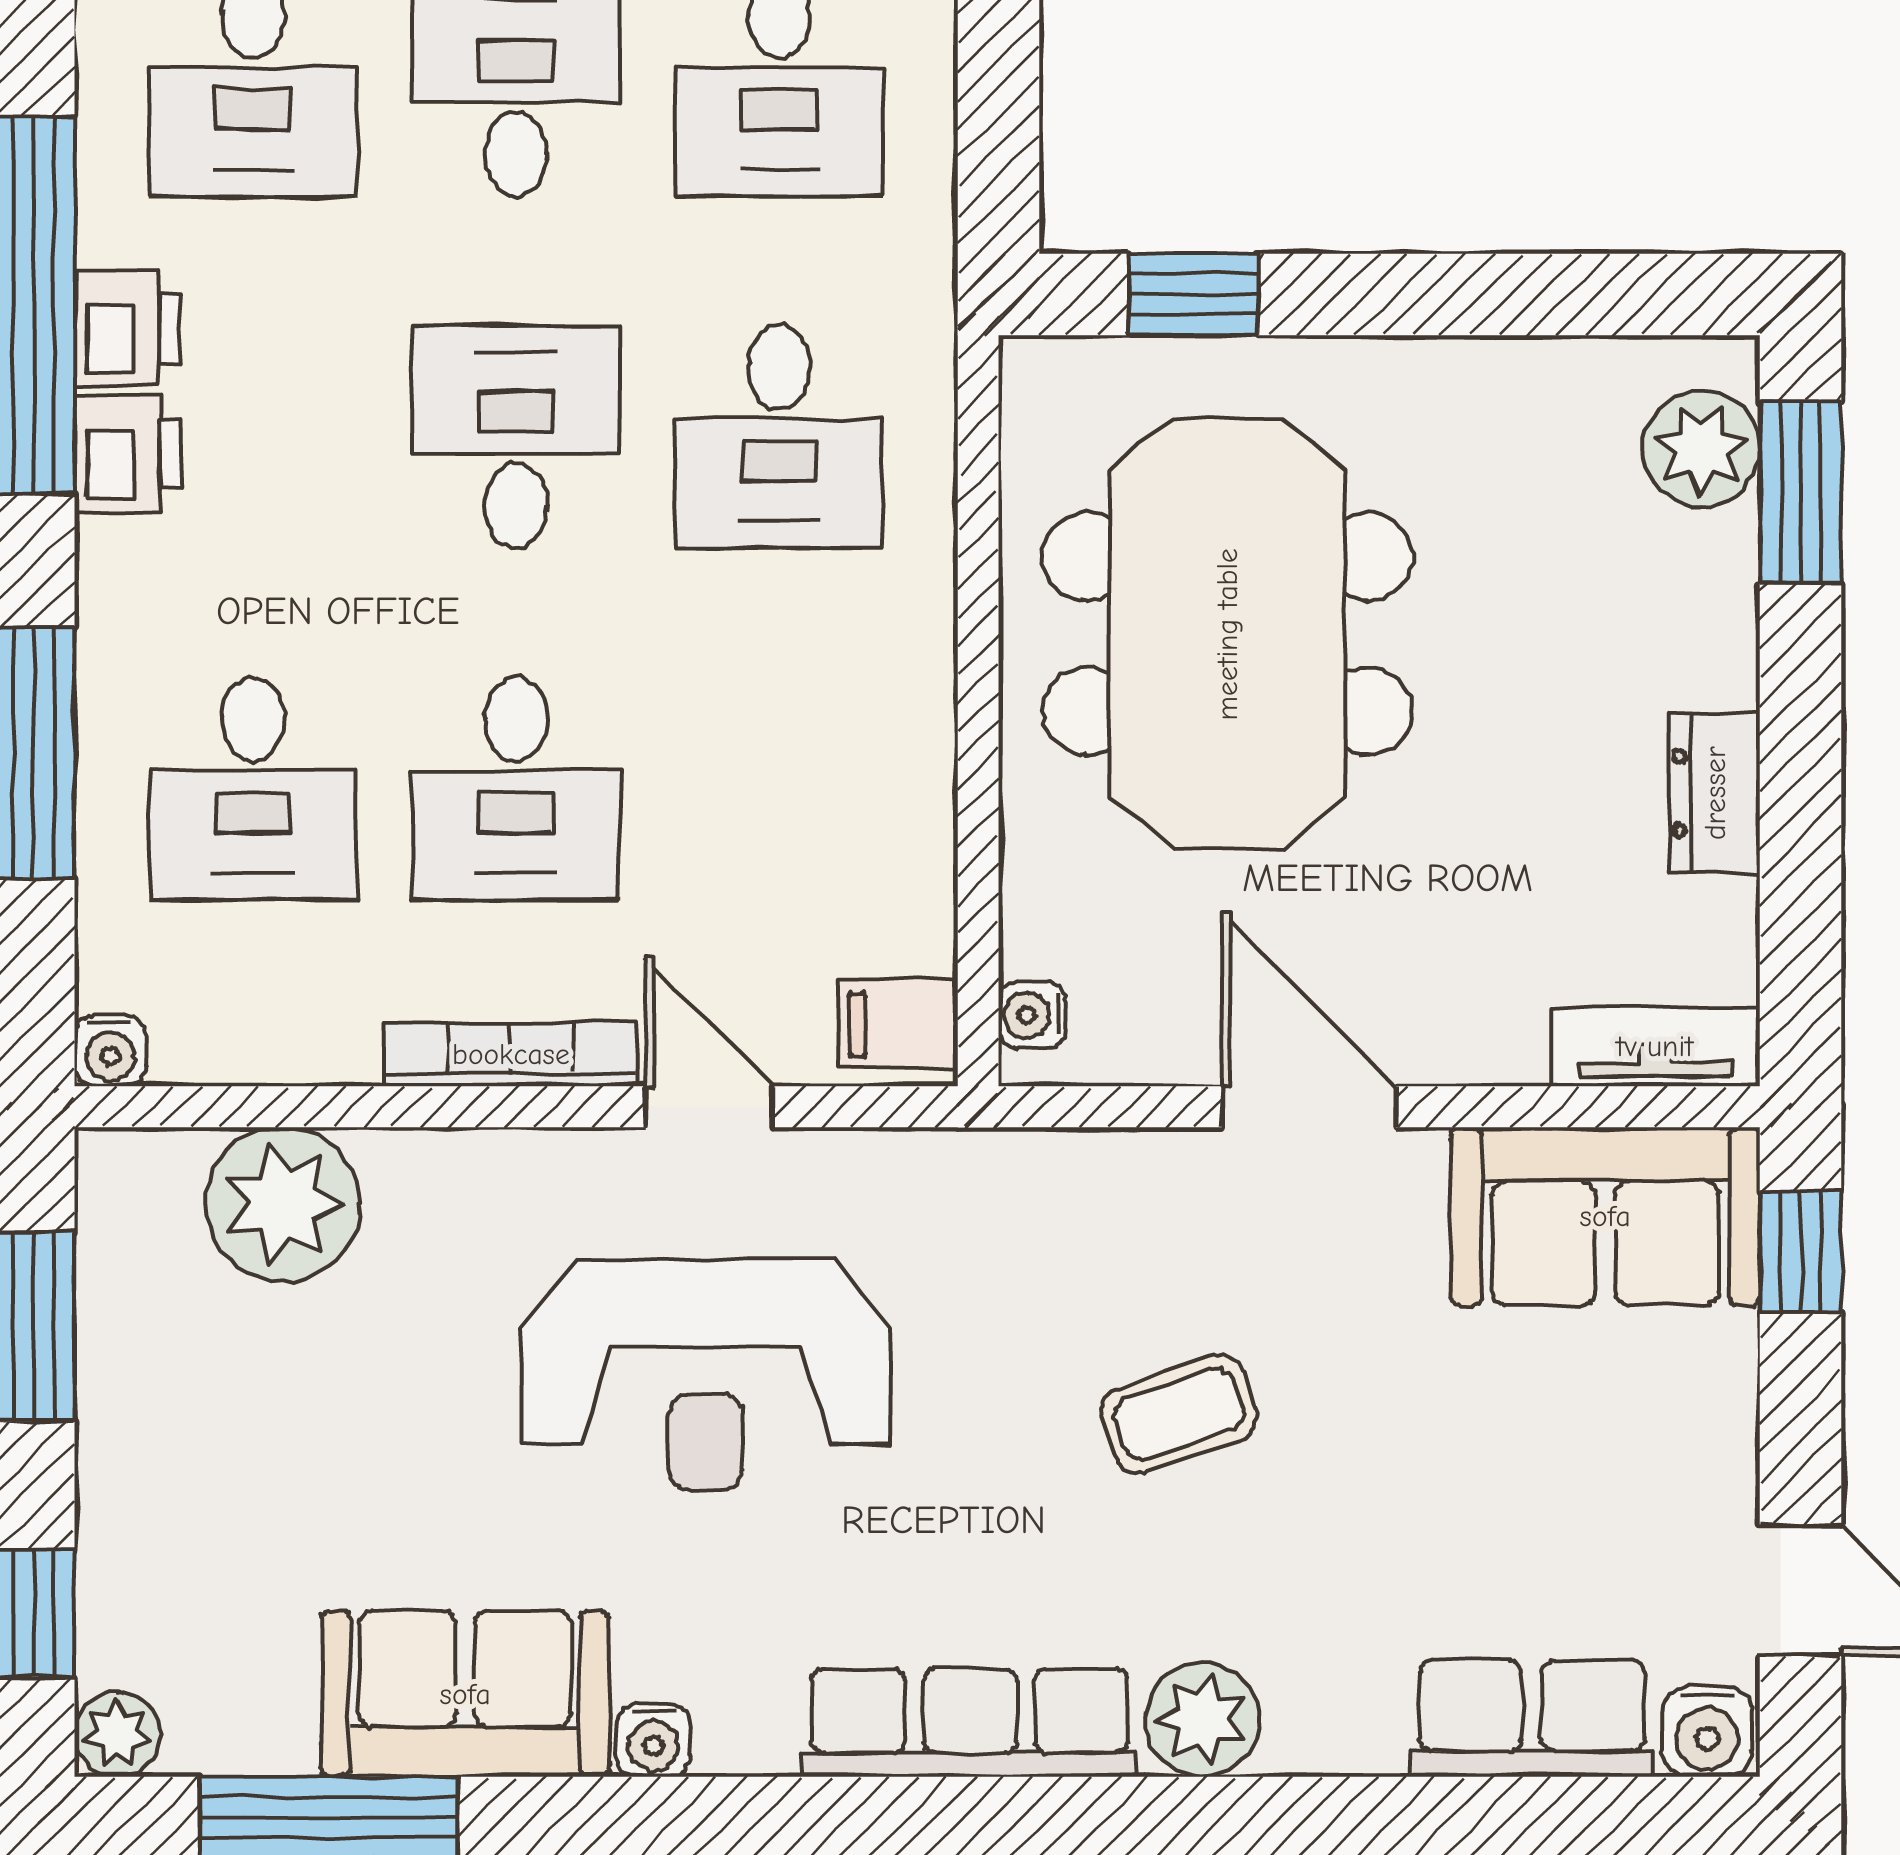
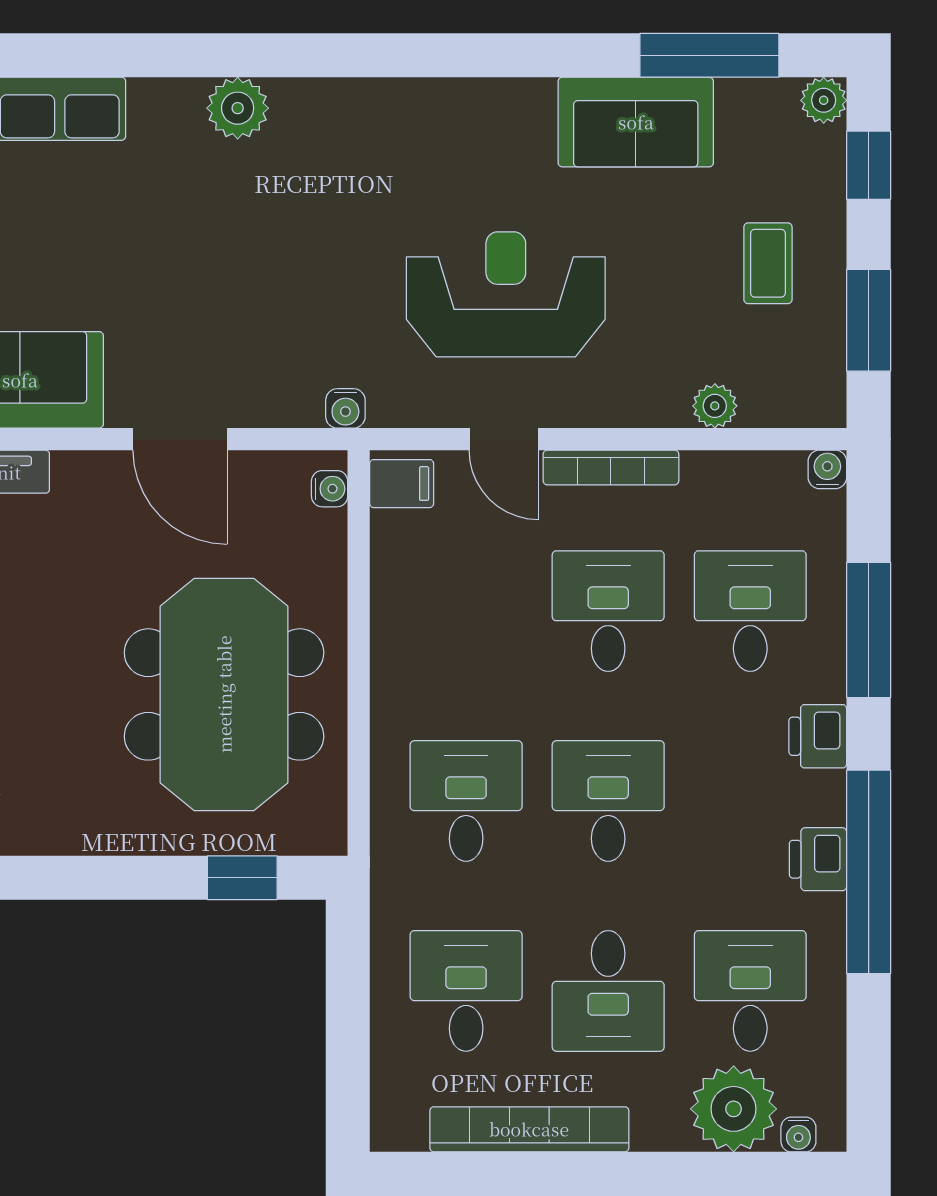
desk: (516, 437) -> (608, 801), turned 180
printer: (128, 454) -> (818, 736), moved
plant: (283, 1204) -> (715, 406), width x0.53, depth x0.53
coffee table: (1179, 1414) -> (768, 263), moved, turned -71
row of seats: (970, 1723) -> (363, 106), removed
water cooler: (653, 1740) -> (345, 408), moved, turned 180

